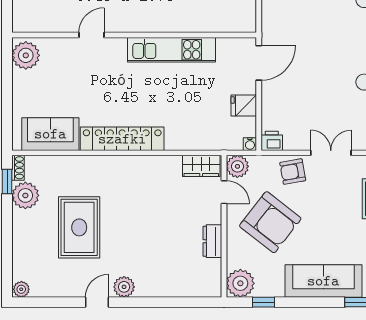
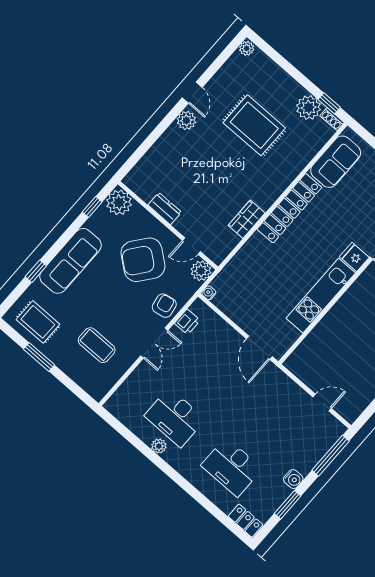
fridge: (244, 106) -> (354, 257), moved, turned -90
printer: (272, 141) -> (187, 322), moved
wardrobe: (201, 166) -> (247, 219), moved

